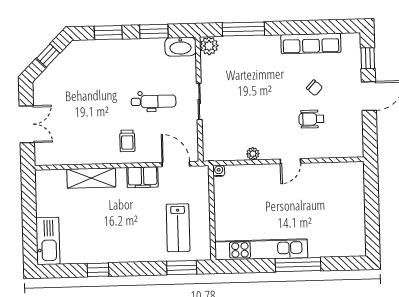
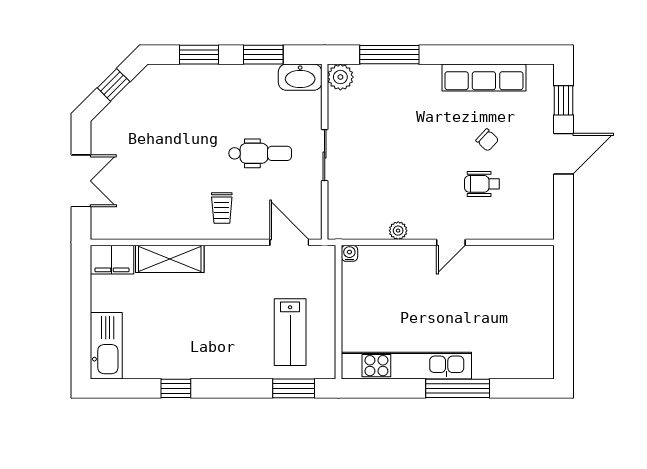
filing cabinet: (143, 177) -> (112, 260), moved

